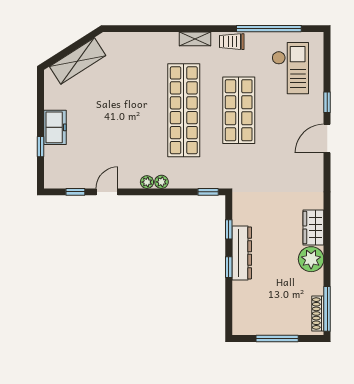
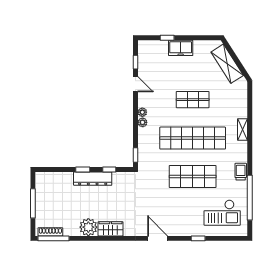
shelving: (195, 39) -> (243, 130), moved
shop shelf: (129, 110) -> (193, 100), added
door: (327, 139) -> (158, 238), moved

